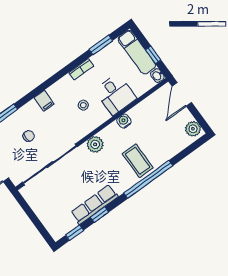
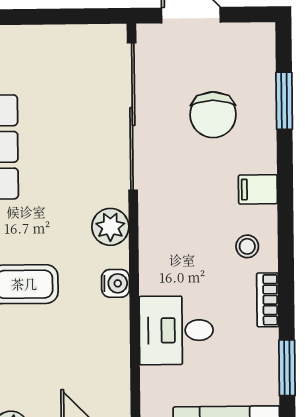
stool: (83, 105) -> (247, 246), moved
water cooler: (124, 121) -> (115, 283), moved
chair: (29, 136) -> (213, 115), width x1.87, depth x1.87

